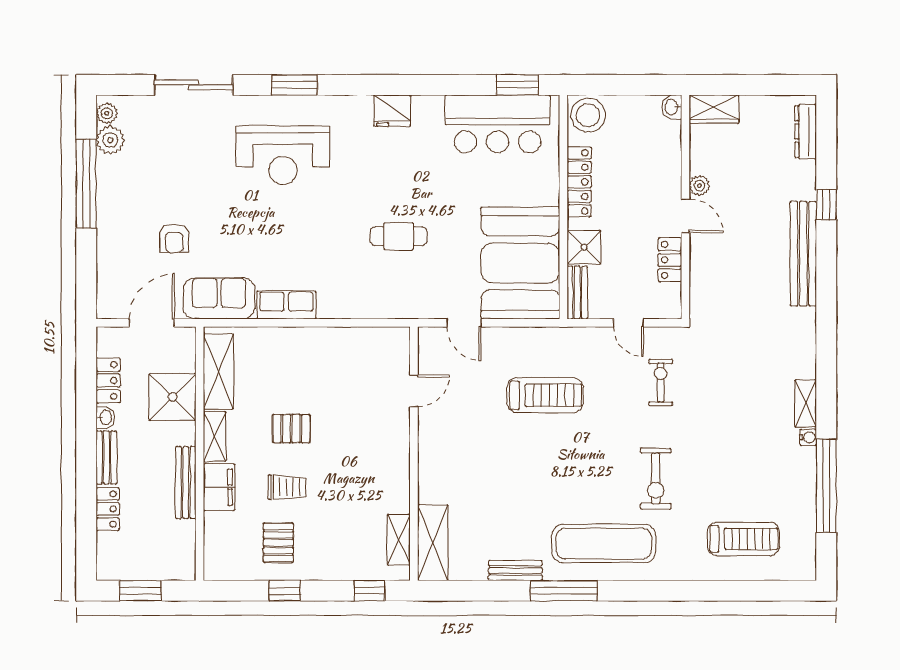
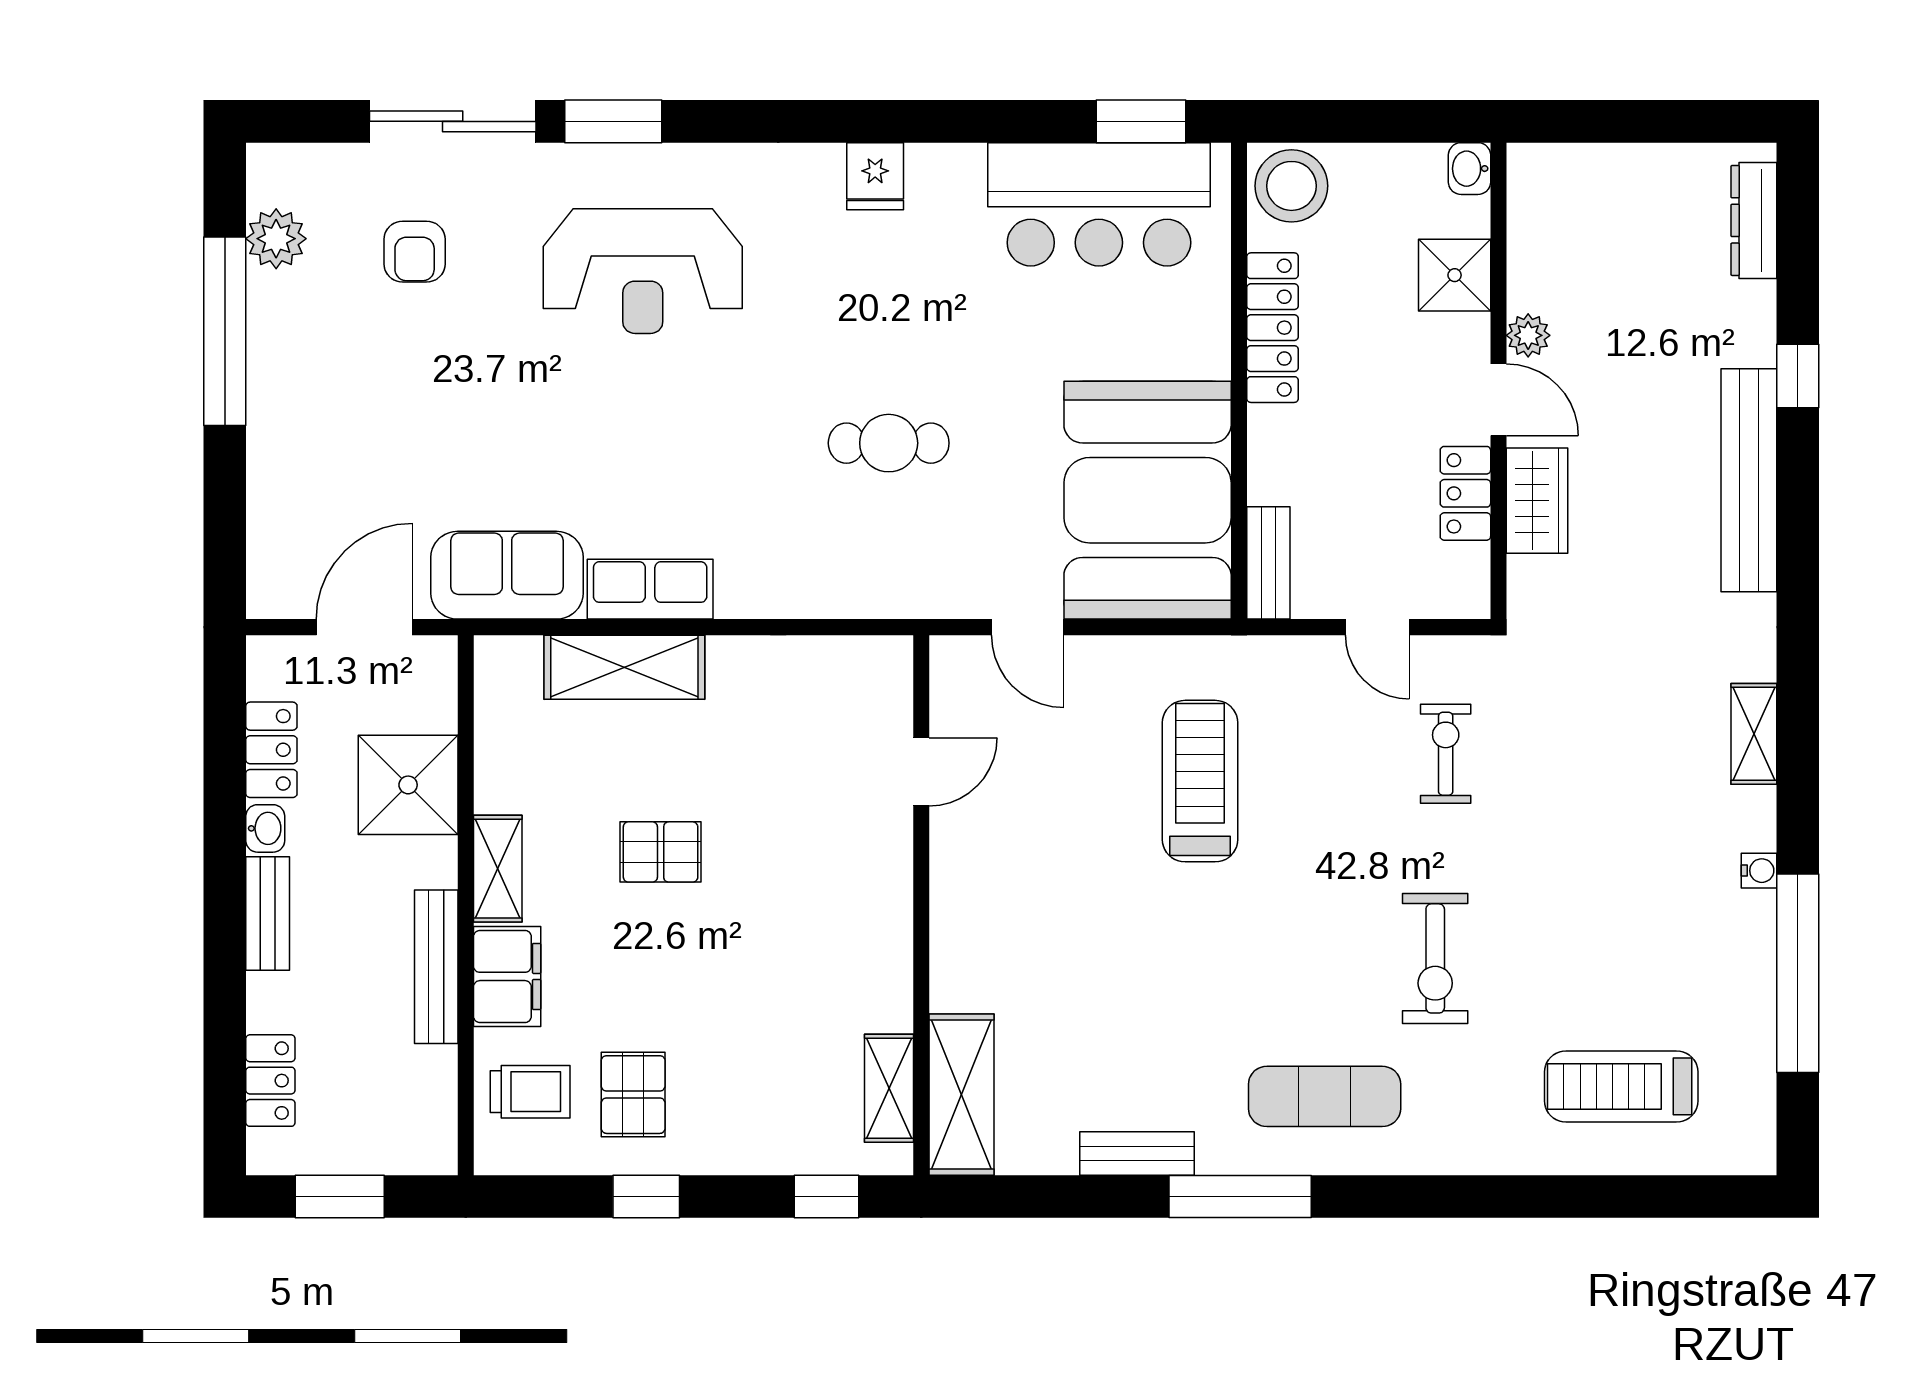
window: (294, 85) -> (613, 121), moved
wardrobe: (714, 109) -> (1537, 501), moved, turned -90
fridge: (392, 111) -> (875, 176), width x0.72
plant: (107, 113) -> (268, 182), removed
armchair: (174, 238) -> (415, 252), moved
shower: (584, 247) -> (1455, 275), moved
shelving: (218, 372) -> (624, 667), moved, turned 90
treadmill: (545, 395) -> (1200, 781), turned -90
shelving: (806, 403) -> (1754, 734), moved
trolley: (287, 487) -> (530, 1092), moved
locker: (108, 509) -> (270, 1081), moved
treadmill: (743, 539) -> (1621, 1086), turned 180
exercise mat: (604, 544) -> (1325, 1096), width x0.73, depth x0.69

